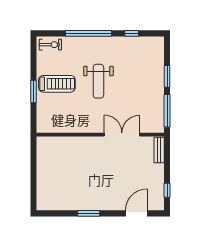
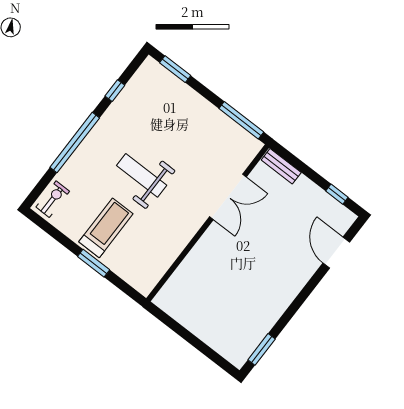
window: (167, 76) -> (175, 69), moved
weight bench: (98, 81) -> (142, 175), turned 180
double door: (122, 135) -> (228, 197), swing flipped
window: (89, 213) -> (262, 349), moved

